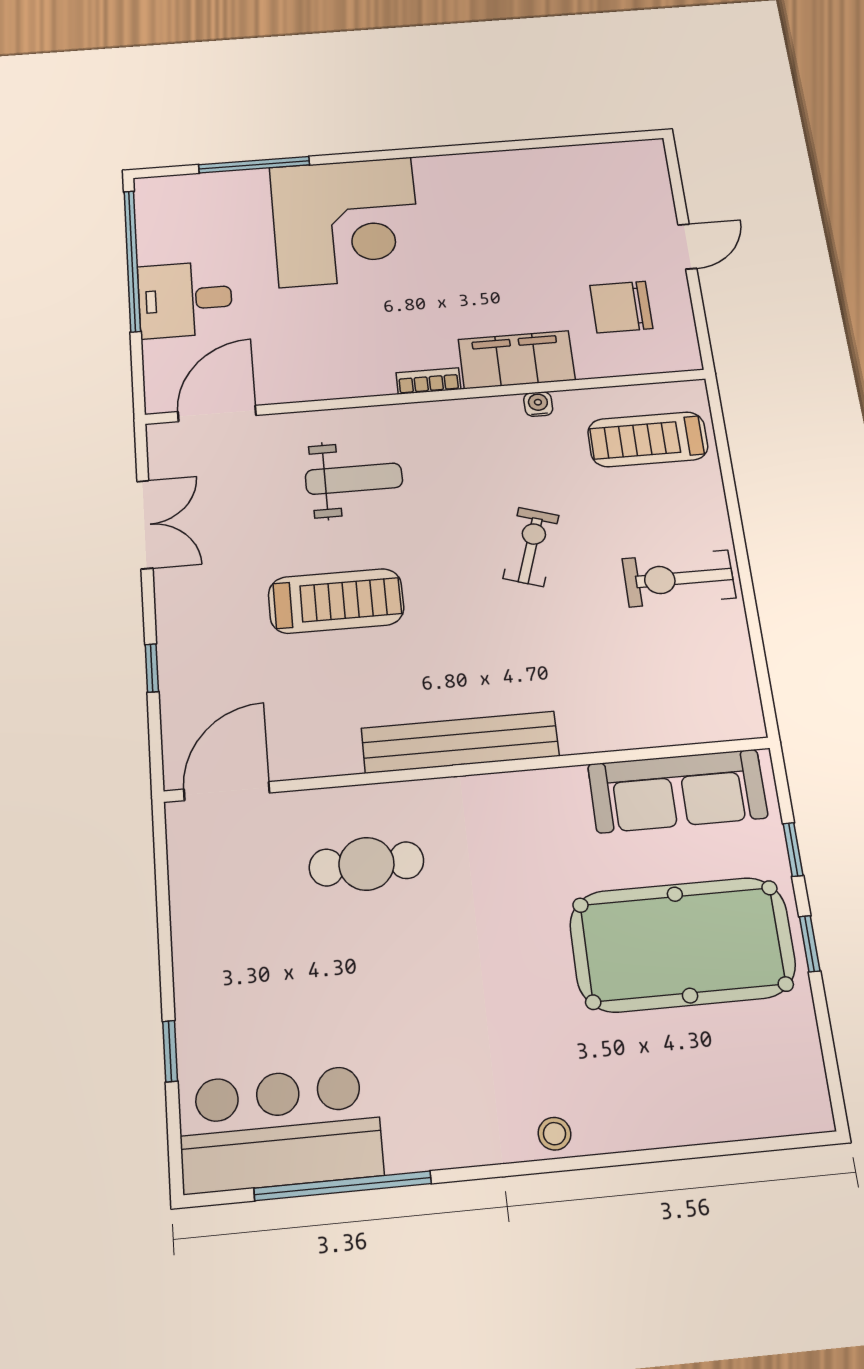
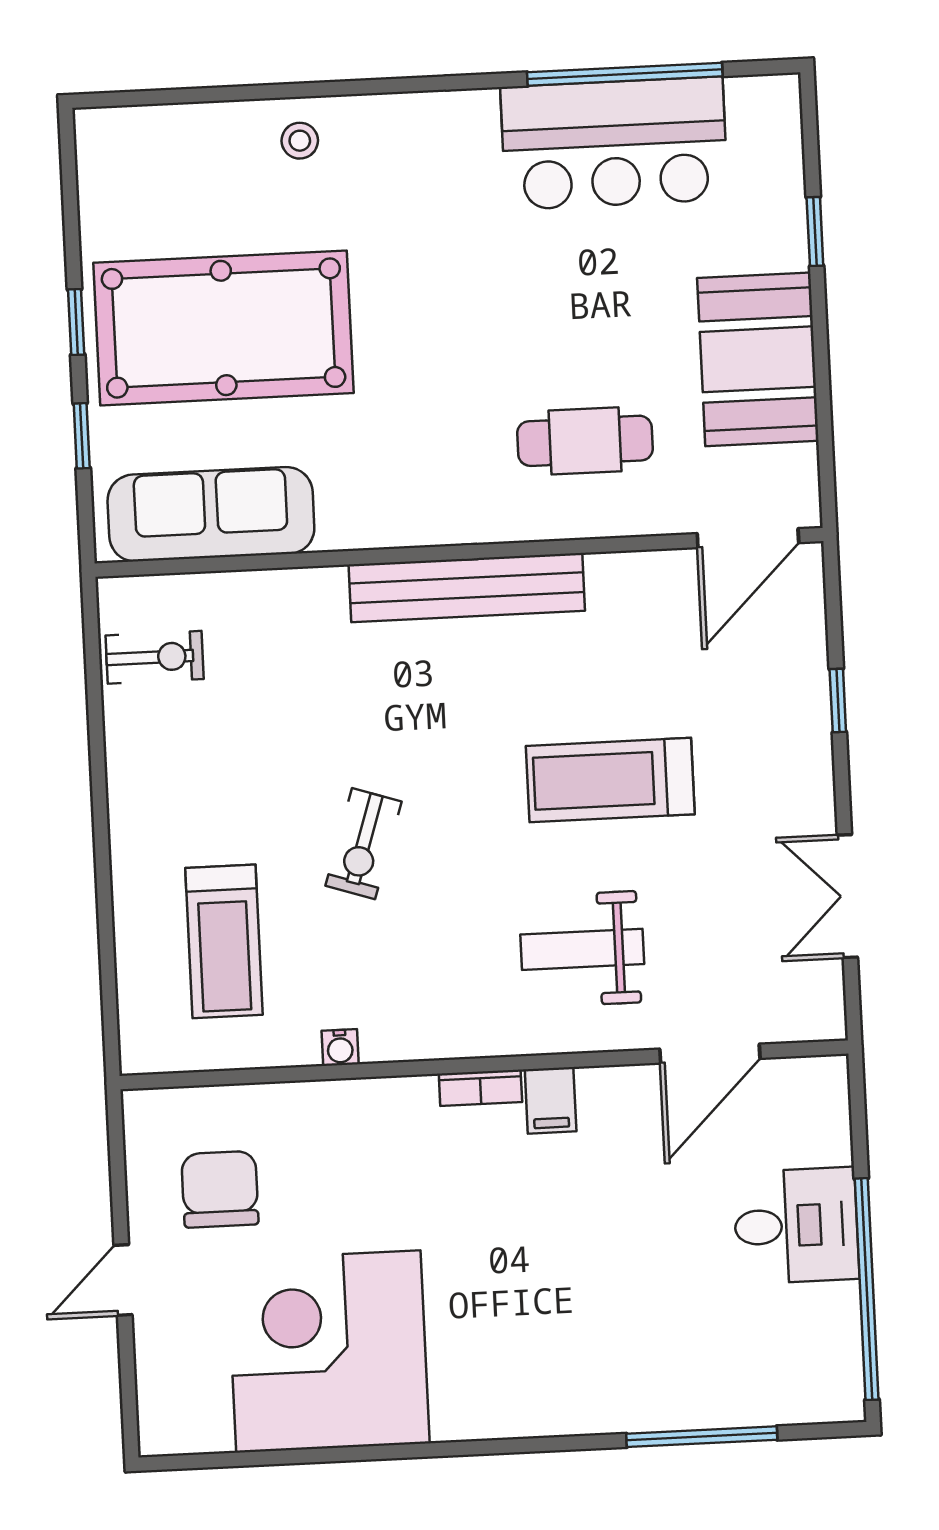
corner desk: (346, 222) -> (328, 1352), moved
chair: (621, 307) -> (220, 1189), turned -90
filing cabinet: (517, 360) -> (551, 1100), moved, width x0.33, depth x0.86
door: (217, 414) -> (710, 1054), moved
treadmill: (648, 439) -> (224, 941), moved, turned 90
exercise bike: (679, 578) -> (155, 657), moved, width x0.73, depth x0.72
booth: (220, 938) -> (758, 359), added
bar counter: (280, 1129) -> (614, 143), moved
stool: (554, 1134) -> (300, 141), moved

